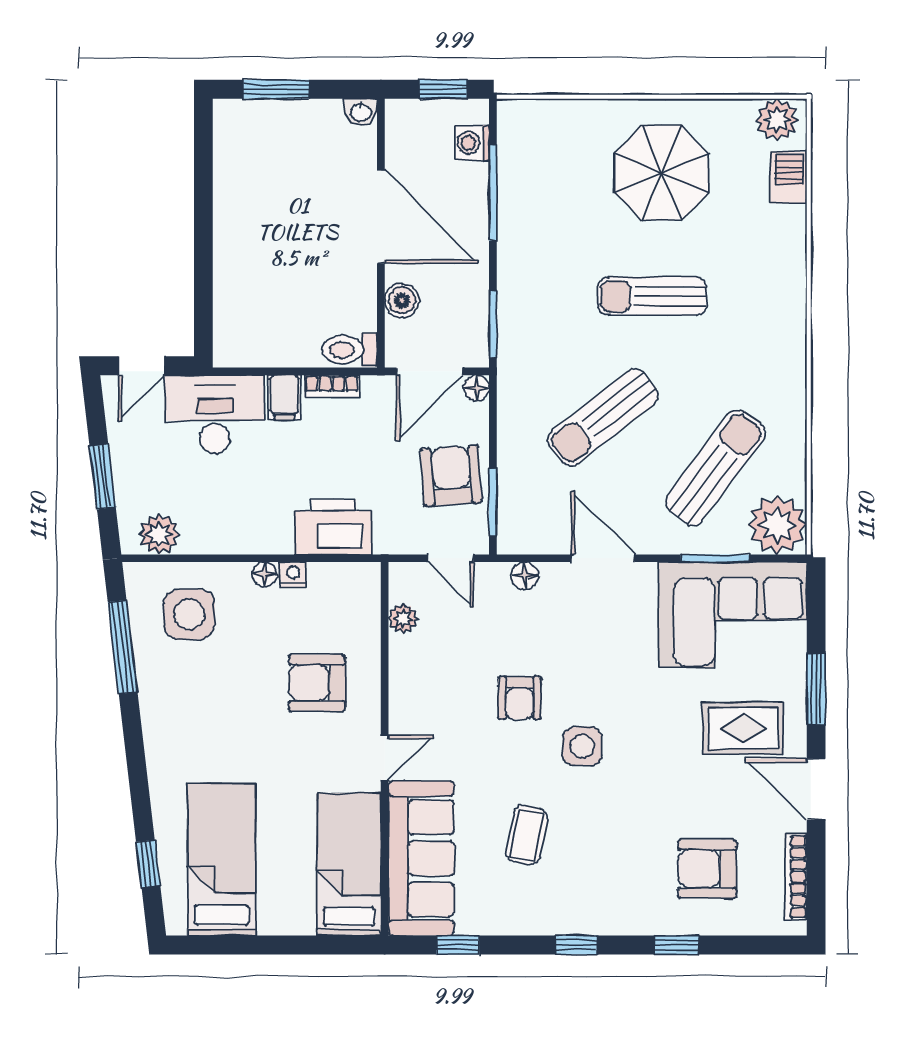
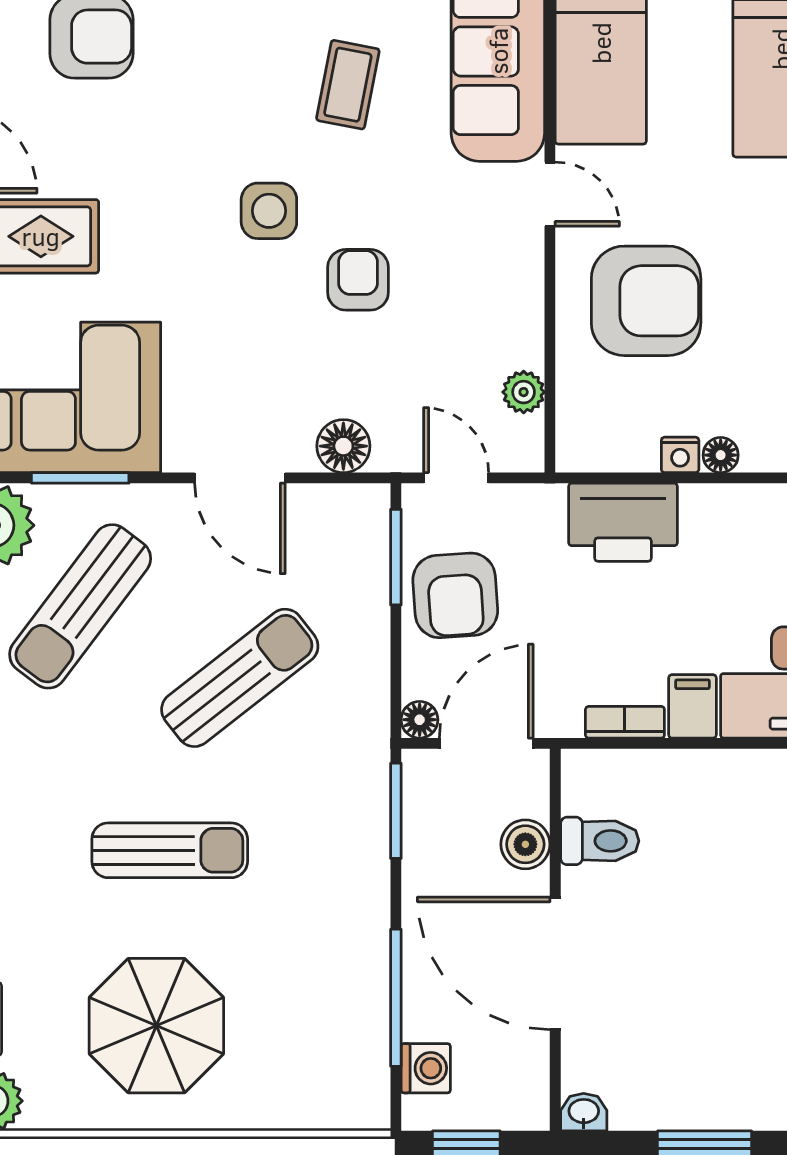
toilet: (350, 350) -> (600, 841), moved
floor lamp: (525, 576) -> (343, 446), width x1.37, depth x1.37
armchair: (317, 683) -> (646, 301), width x1.36, depth x1.36
door: (385, 758) -> (550, 194), swing flipped

